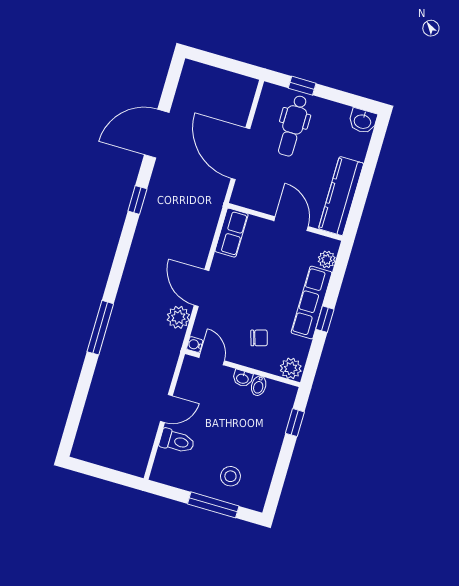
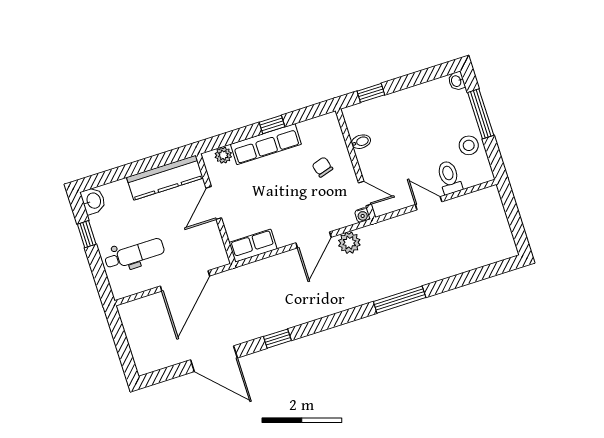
window: (302, 86) -> (87, 234), moved
door: (212, 359) -> (365, 194), swing flipped
plant: (291, 368) -> (330, 125), removed
washbasin: (243, 378) -> (457, 81), moved, turned 180
stool: (230, 476) -> (469, 145), moved

